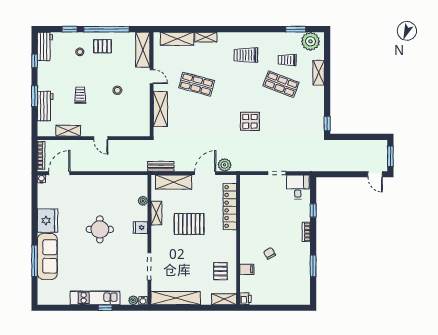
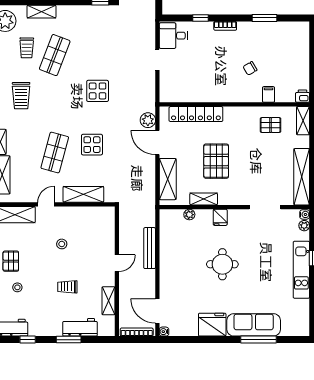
display table: (203, 116) -> (92, 145), added
bench: (161, 166) -> (150, 248), moved, width x1.36

